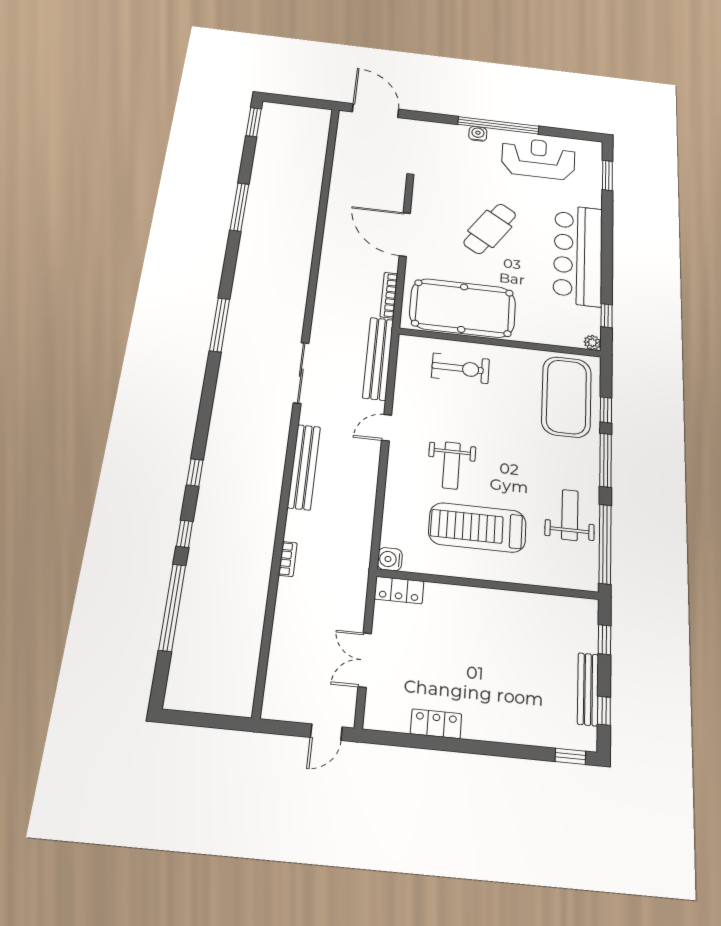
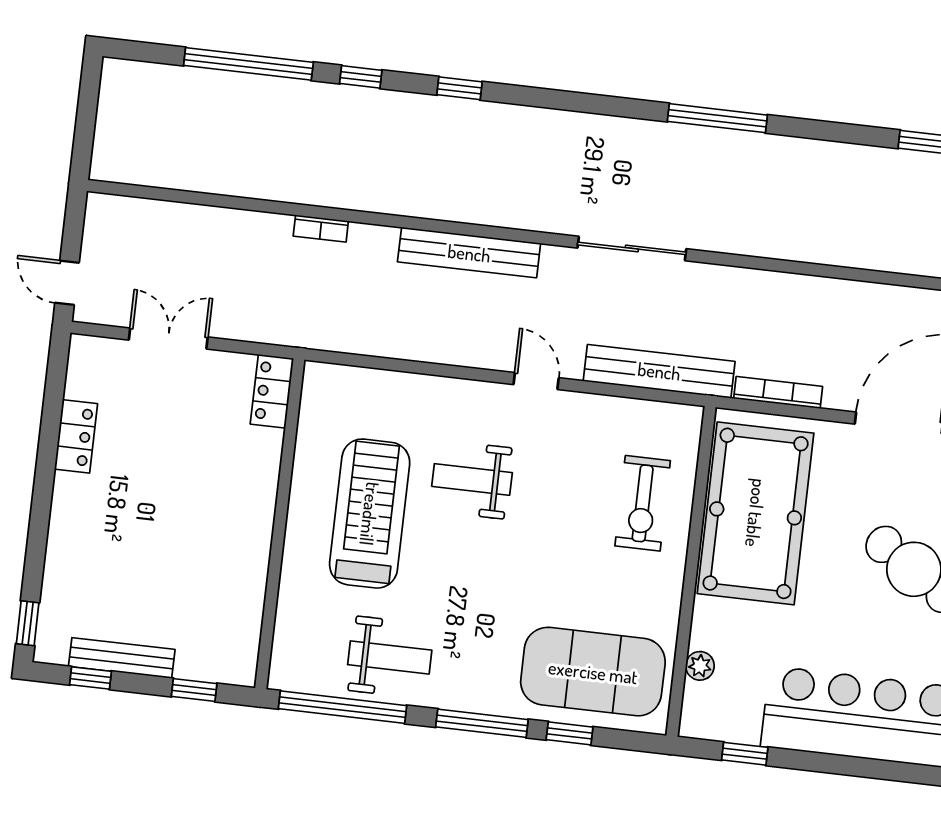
plant: (592, 343) -> (700, 666), moved
water cooler: (390, 559) -> (320, 379), removed

